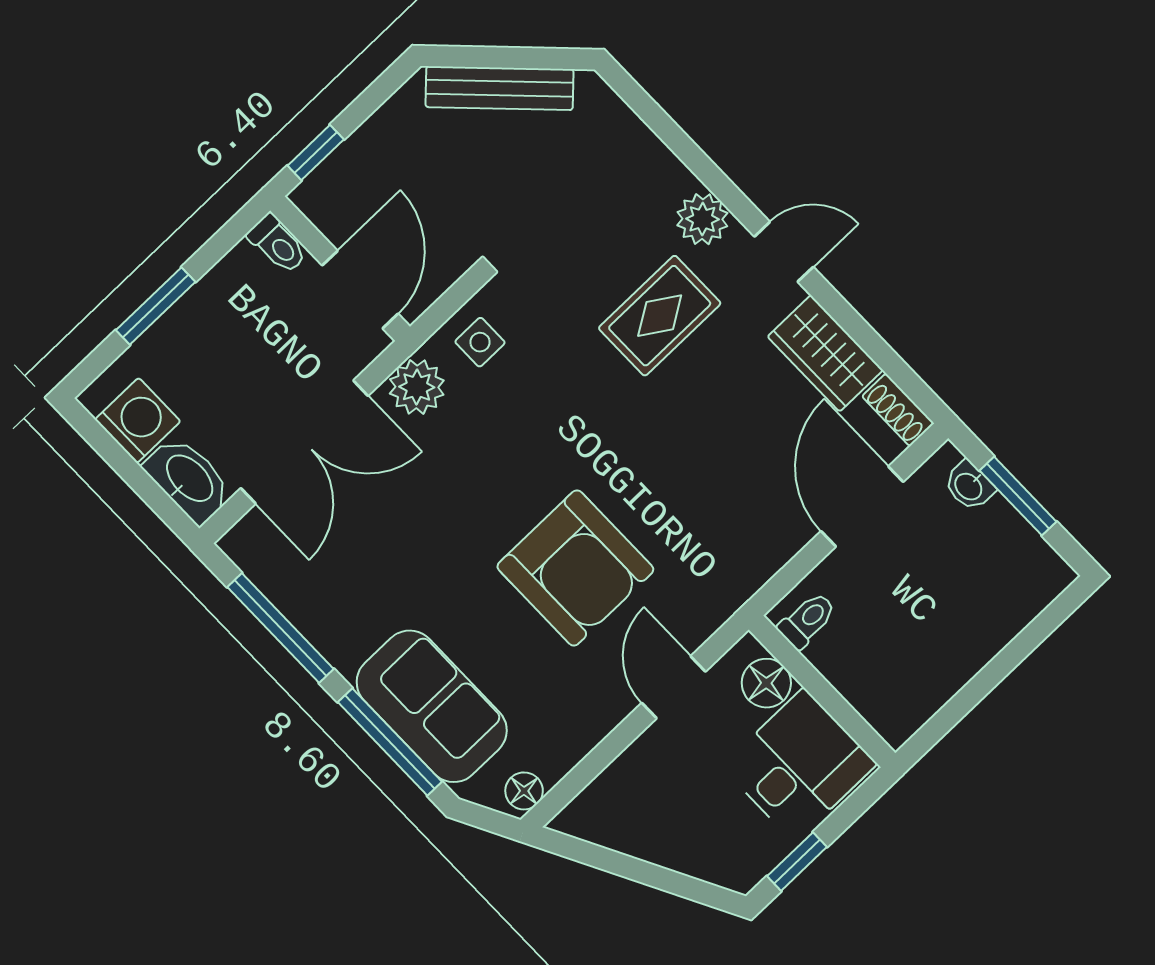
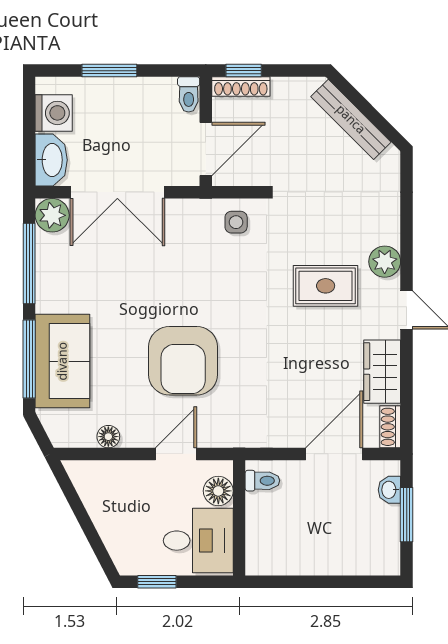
shoe rack: (331, 175) -> (241, 86), added
plant: (417, 387) -> (52, 215), moved
floor lamp: (524, 791) -> (108, 437), moved

